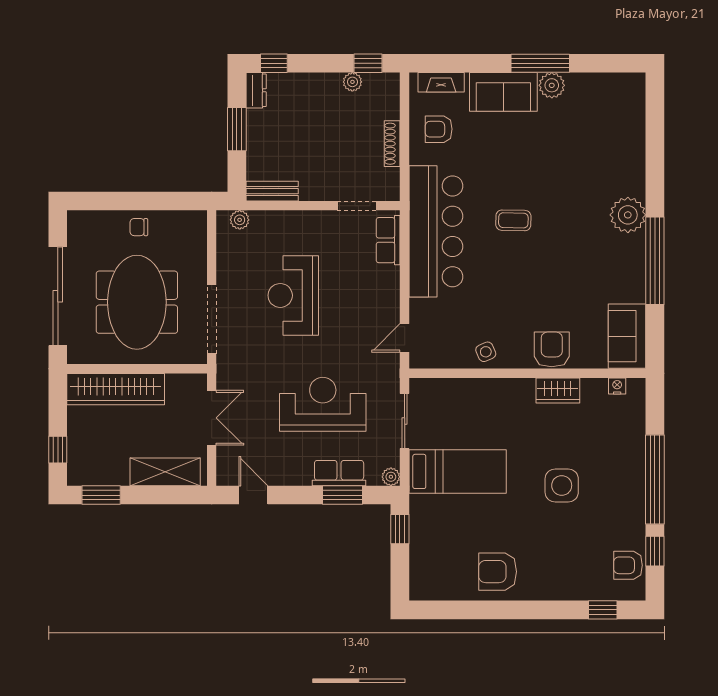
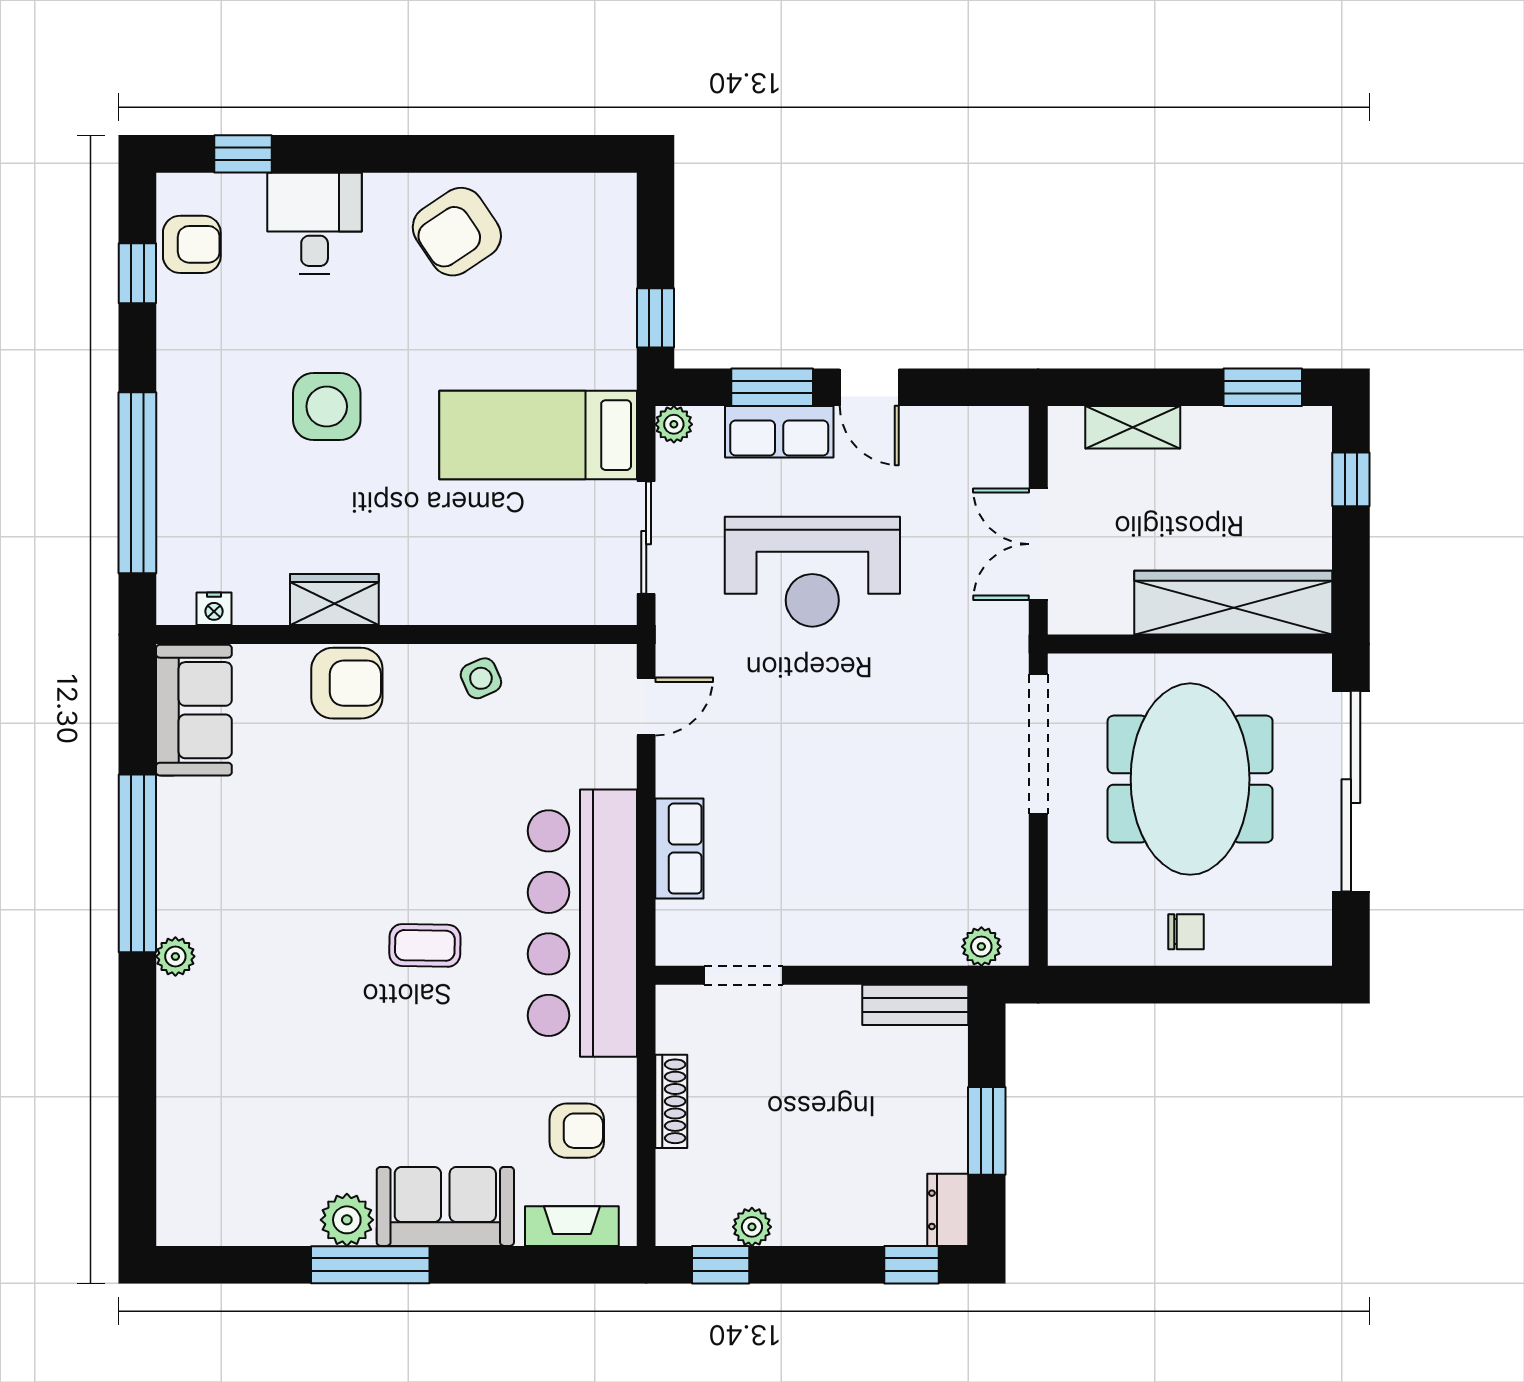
plant: (628, 215) -> (175, 956), width x0.53, depth x0.53
row of seats: (388, 240) -> (679, 849), moved
reception desk: (293, 295) -> (872, 793), removed
armchair: (552, 349) -> (347, 683), turned -90
shelving: (165, 472) -> (1133, 427), width x0.67, depth x0.75
window: (655, 479) -> (137, 483), moved
door: (253, 495) -> (869, 387), moved
armchair: (498, 572) -> (457, 232), turned 146
desk: (568, 576) -> (315, 223), added

